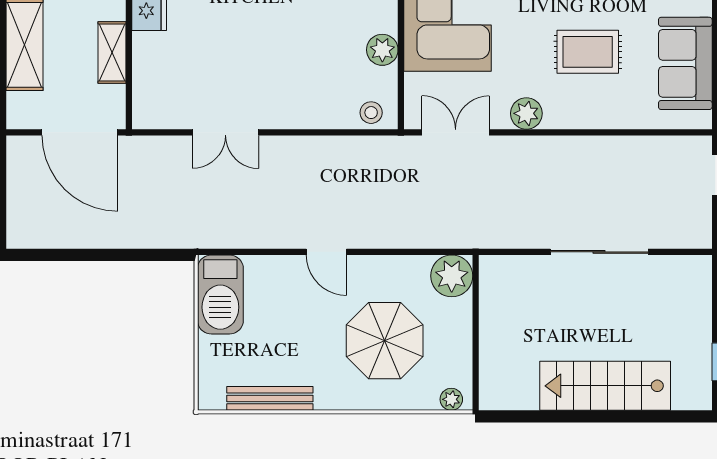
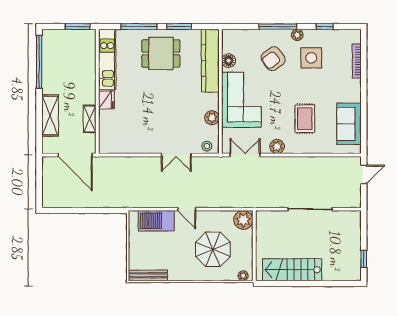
rug: (588, 52) -> (305, 119), turned 90
double door: (225, 132) -> (176, 155), moved
barbecue: (220, 294) -> (156, 221), moved, turned 90
stairs: (605, 386) -> (292, 270), moved
bench: (270, 398) -> (148, 275), moved

